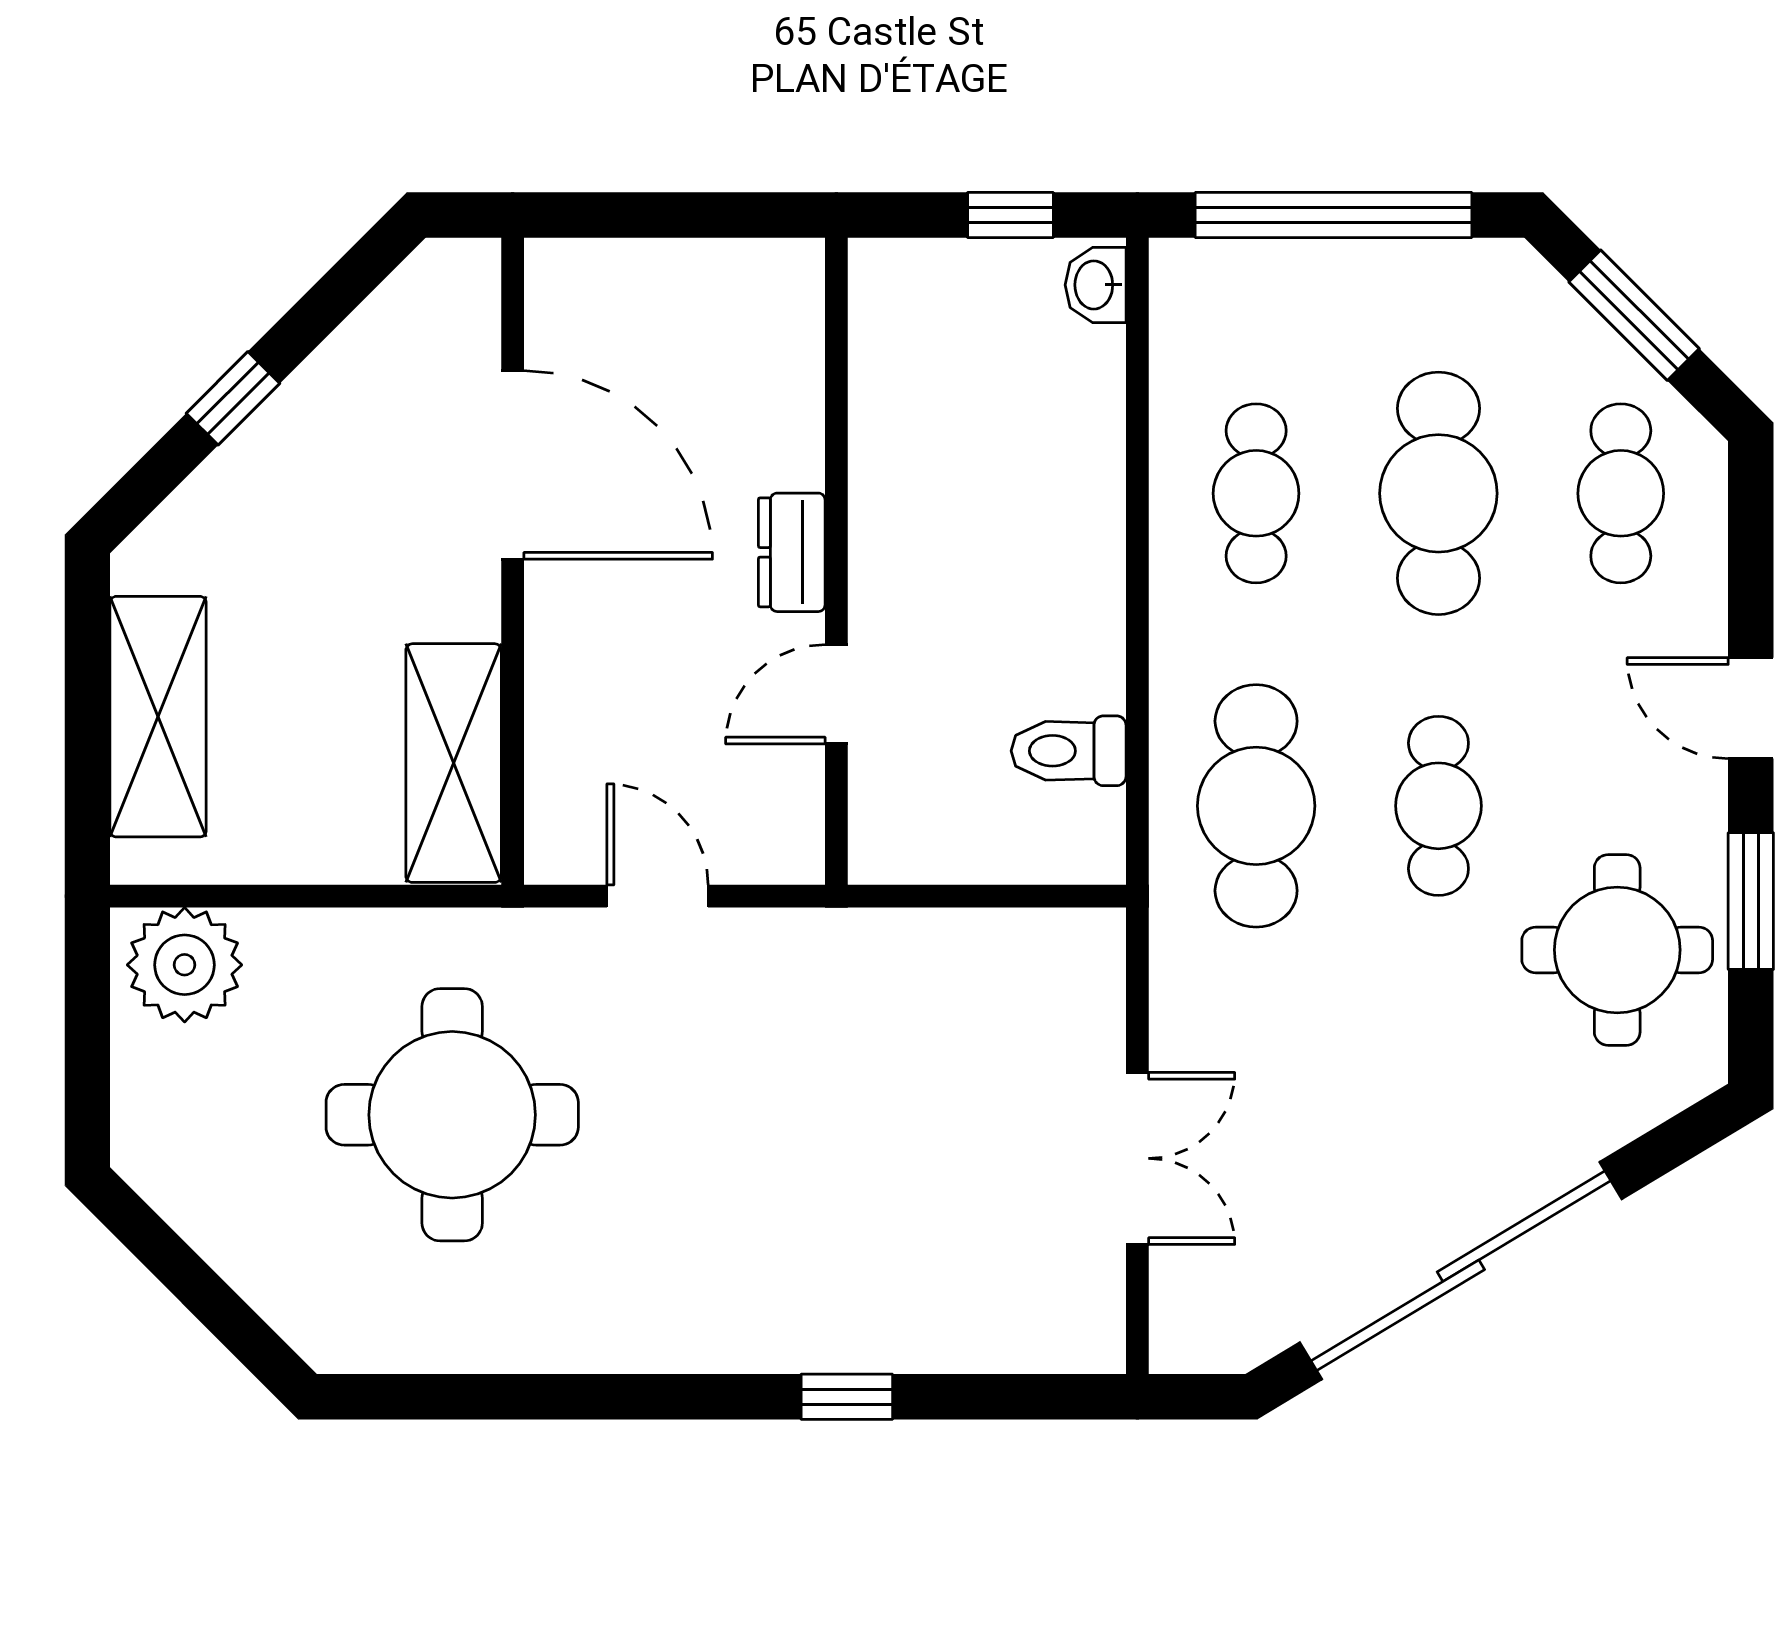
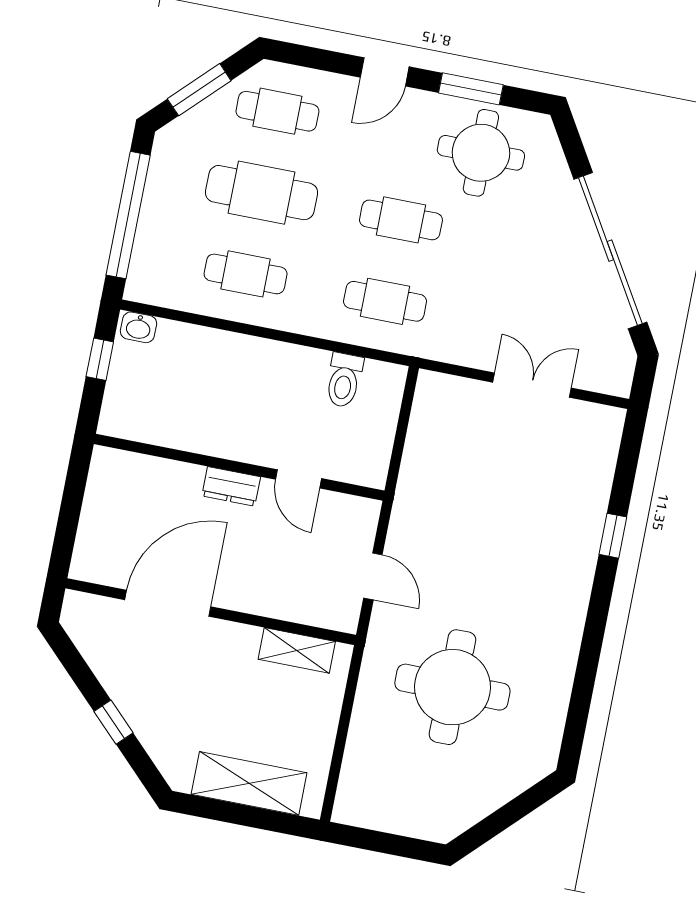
shelving: (454, 763) -> (297, 650), width x0.67, depth x0.75
cafe table: (1256, 806) -> (385, 301), width x0.73, depth x0.74
door: (658, 896) -> (373, 576), swing flipped
plant: (185, 965) -> (362, 793), removed

